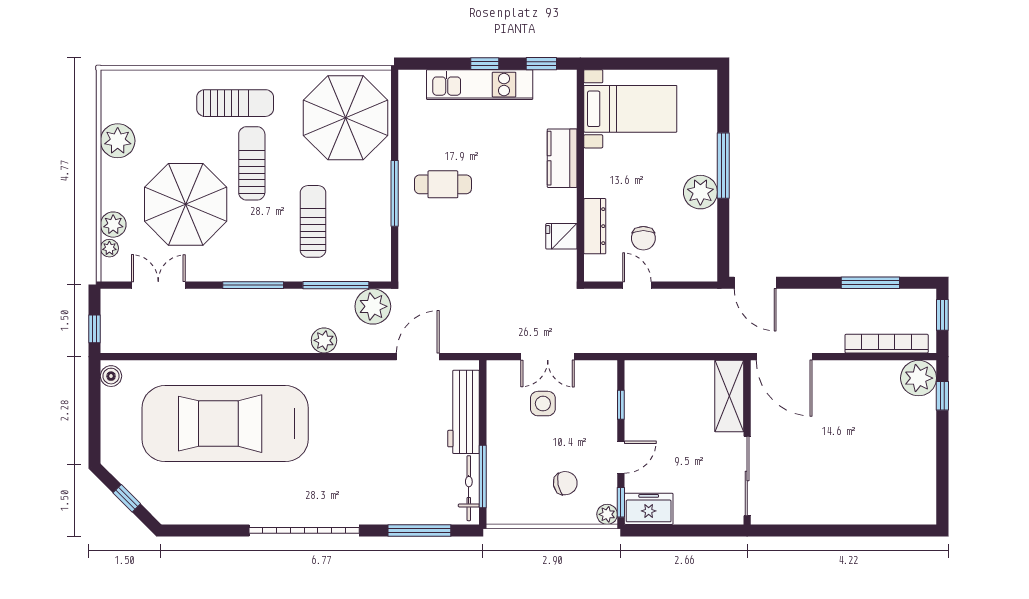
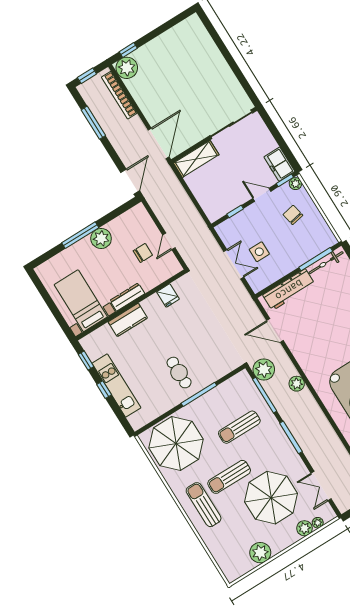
dresser: (595, 226) -> (127, 297), moved

